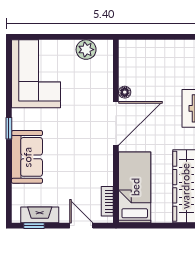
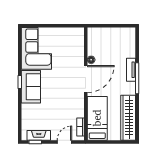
plant: (86, 50) -> (67, 34), removed
sofa: (27, 157) -> (31, 87), moved
door: (81, 226) -> (64, 142), hinge flipped

